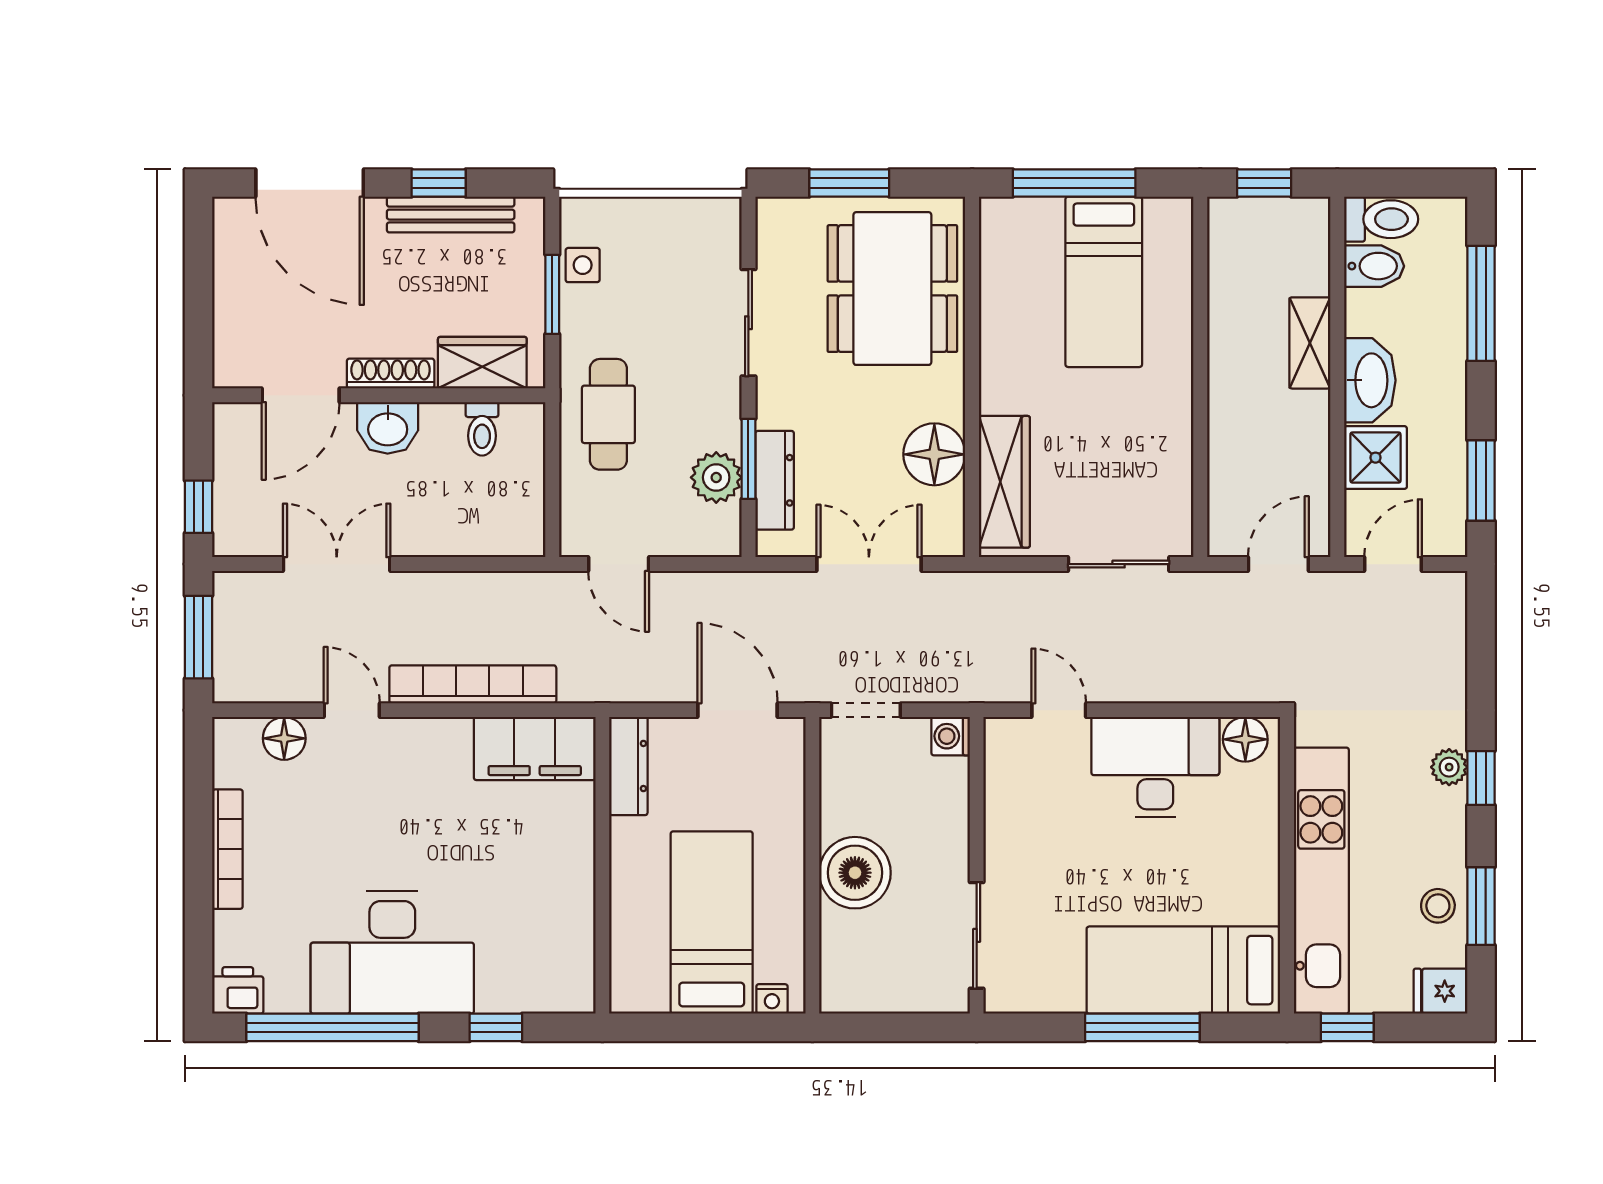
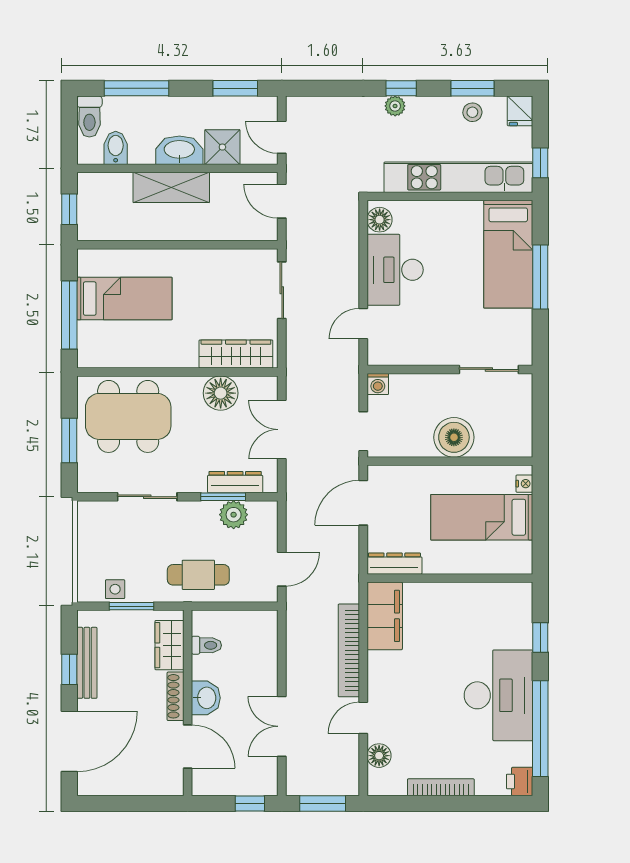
toilet: (1381, 219) -> (89, 117), moved, turned 180
shelving: (1310, 343) -> (171, 187), width x1.50, depth x1.33

